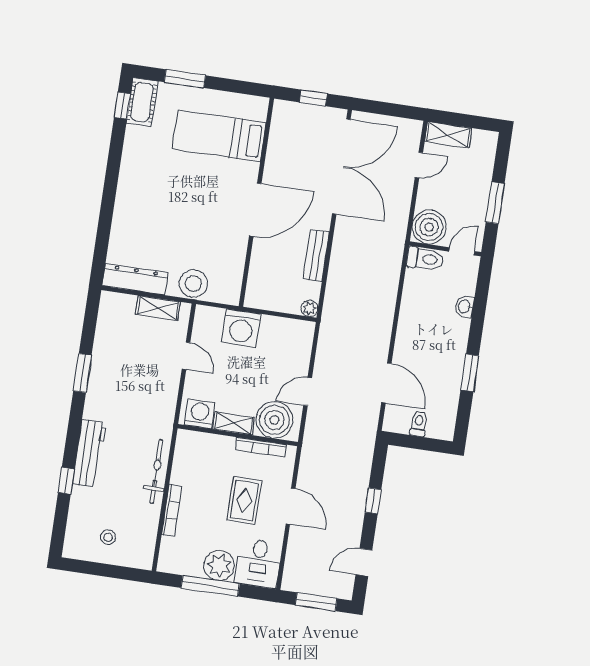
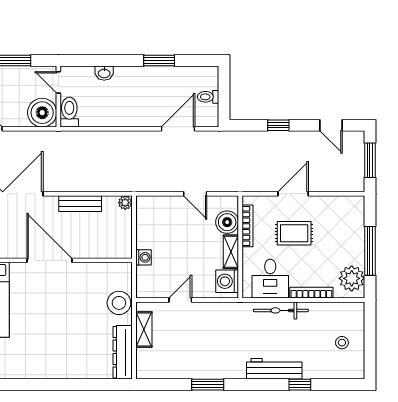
washing machine: (241, 328) -> (144, 257), width x0.53, depth x0.53
boiler: (274, 420) -> (227, 222), width x0.73, depth x0.73
desk: (258, 563) -> (270, 279), moved, turned 90
plant: (219, 565) -> (352, 278), moved

